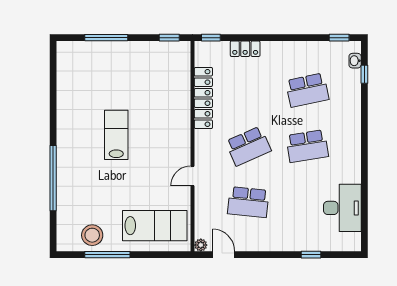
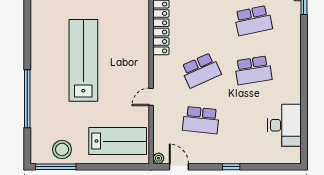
lab bench: (116, 135) -> (83, 60), width x1.86, depth x1.39
window: (107, 255) -> (56, 167), moved
window: (311, 255) -> (231, 167), moved

